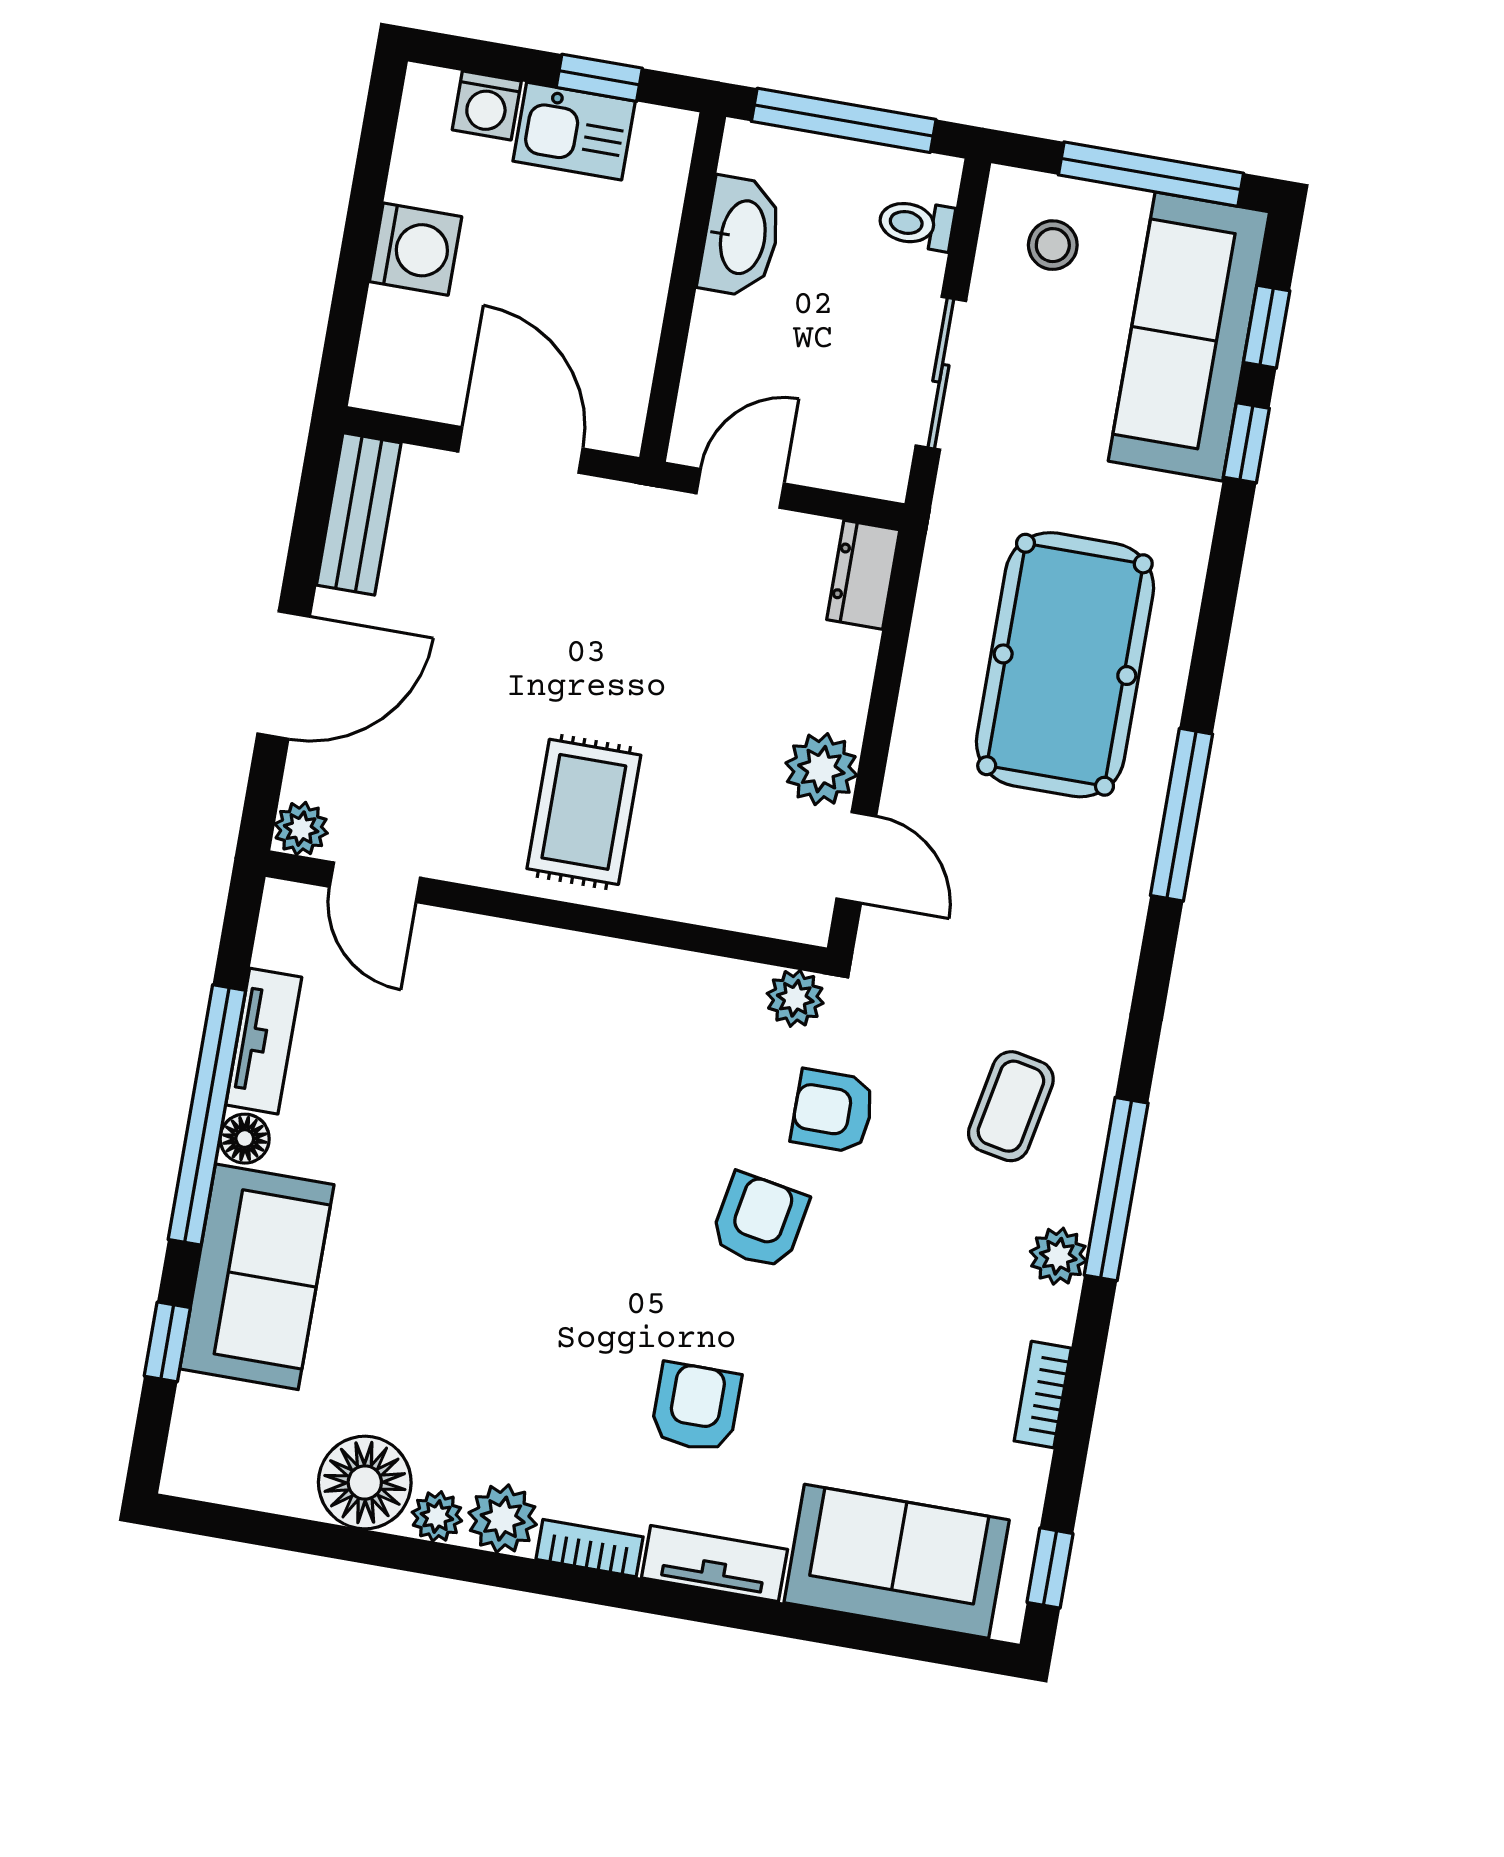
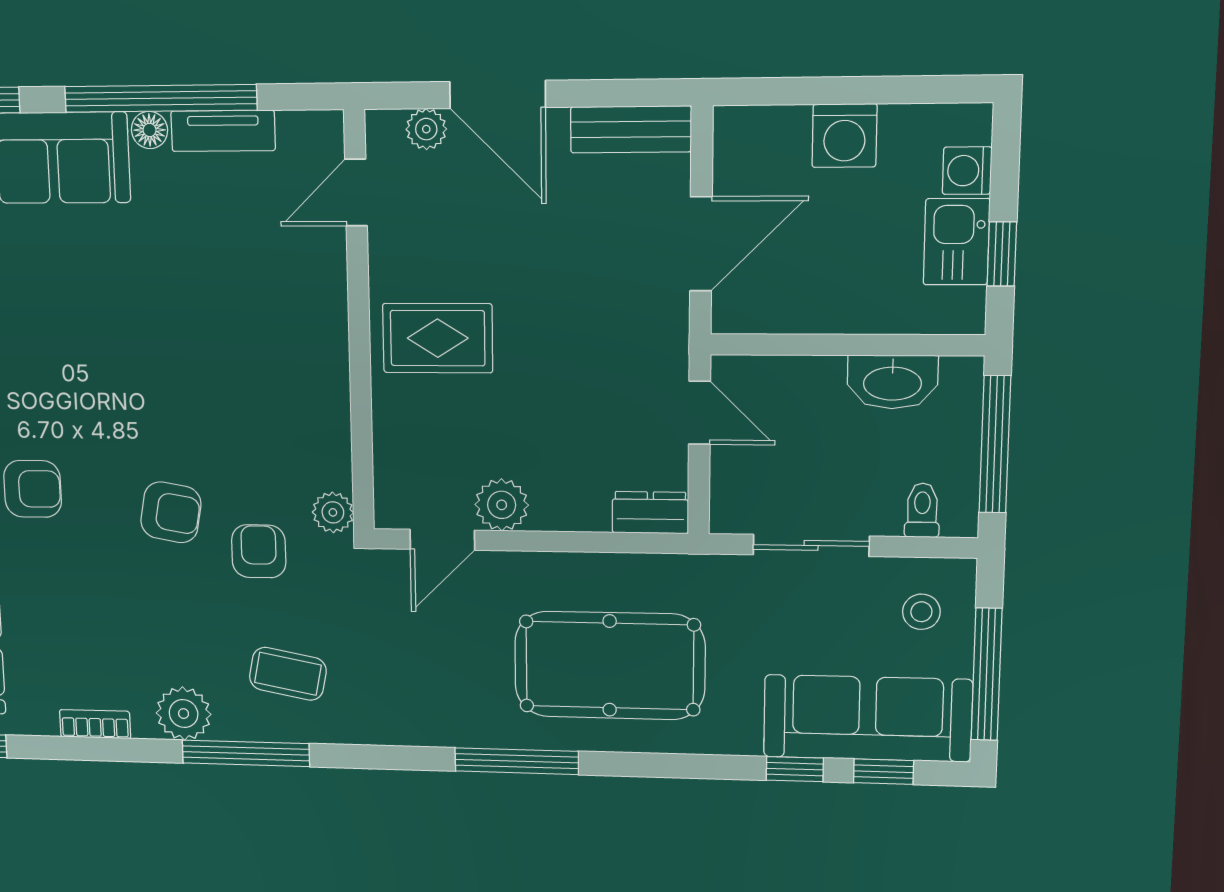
plant: (301, 829) -> (426, 129), moved
plant: (1058, 1256) -> (184, 714), width x1.38, depth x1.38

